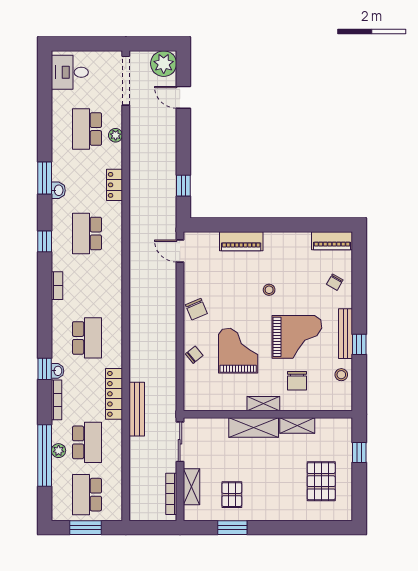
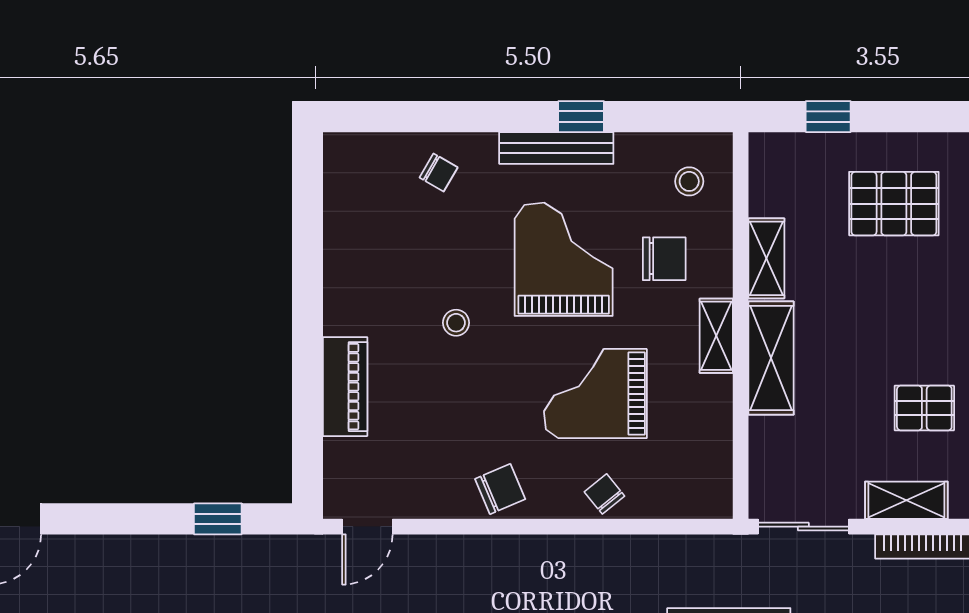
piano: (332, 241) -> (344, 179), removed
stool: (341, 375) -> (689, 181), moved

